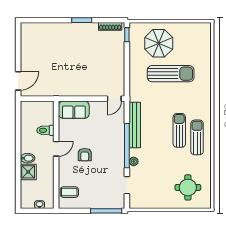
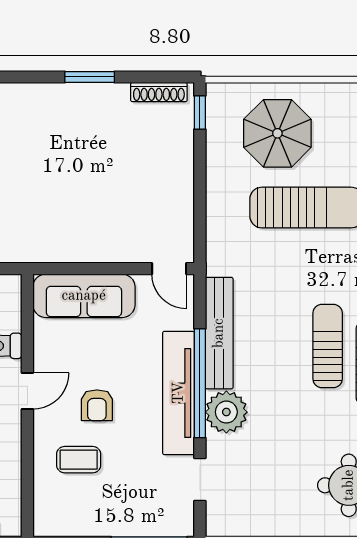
door: (114, 99) -> (169, 269), hinge flipped
sofa: (74, 110) -> (84, 296), width x1.36
tv unit: (118, 150) -> (179, 393), added
plant: (134, 161) -> (226, 412), width x1.88, depth x1.88
coffee table: (69, 192) -> (79, 460), moved

